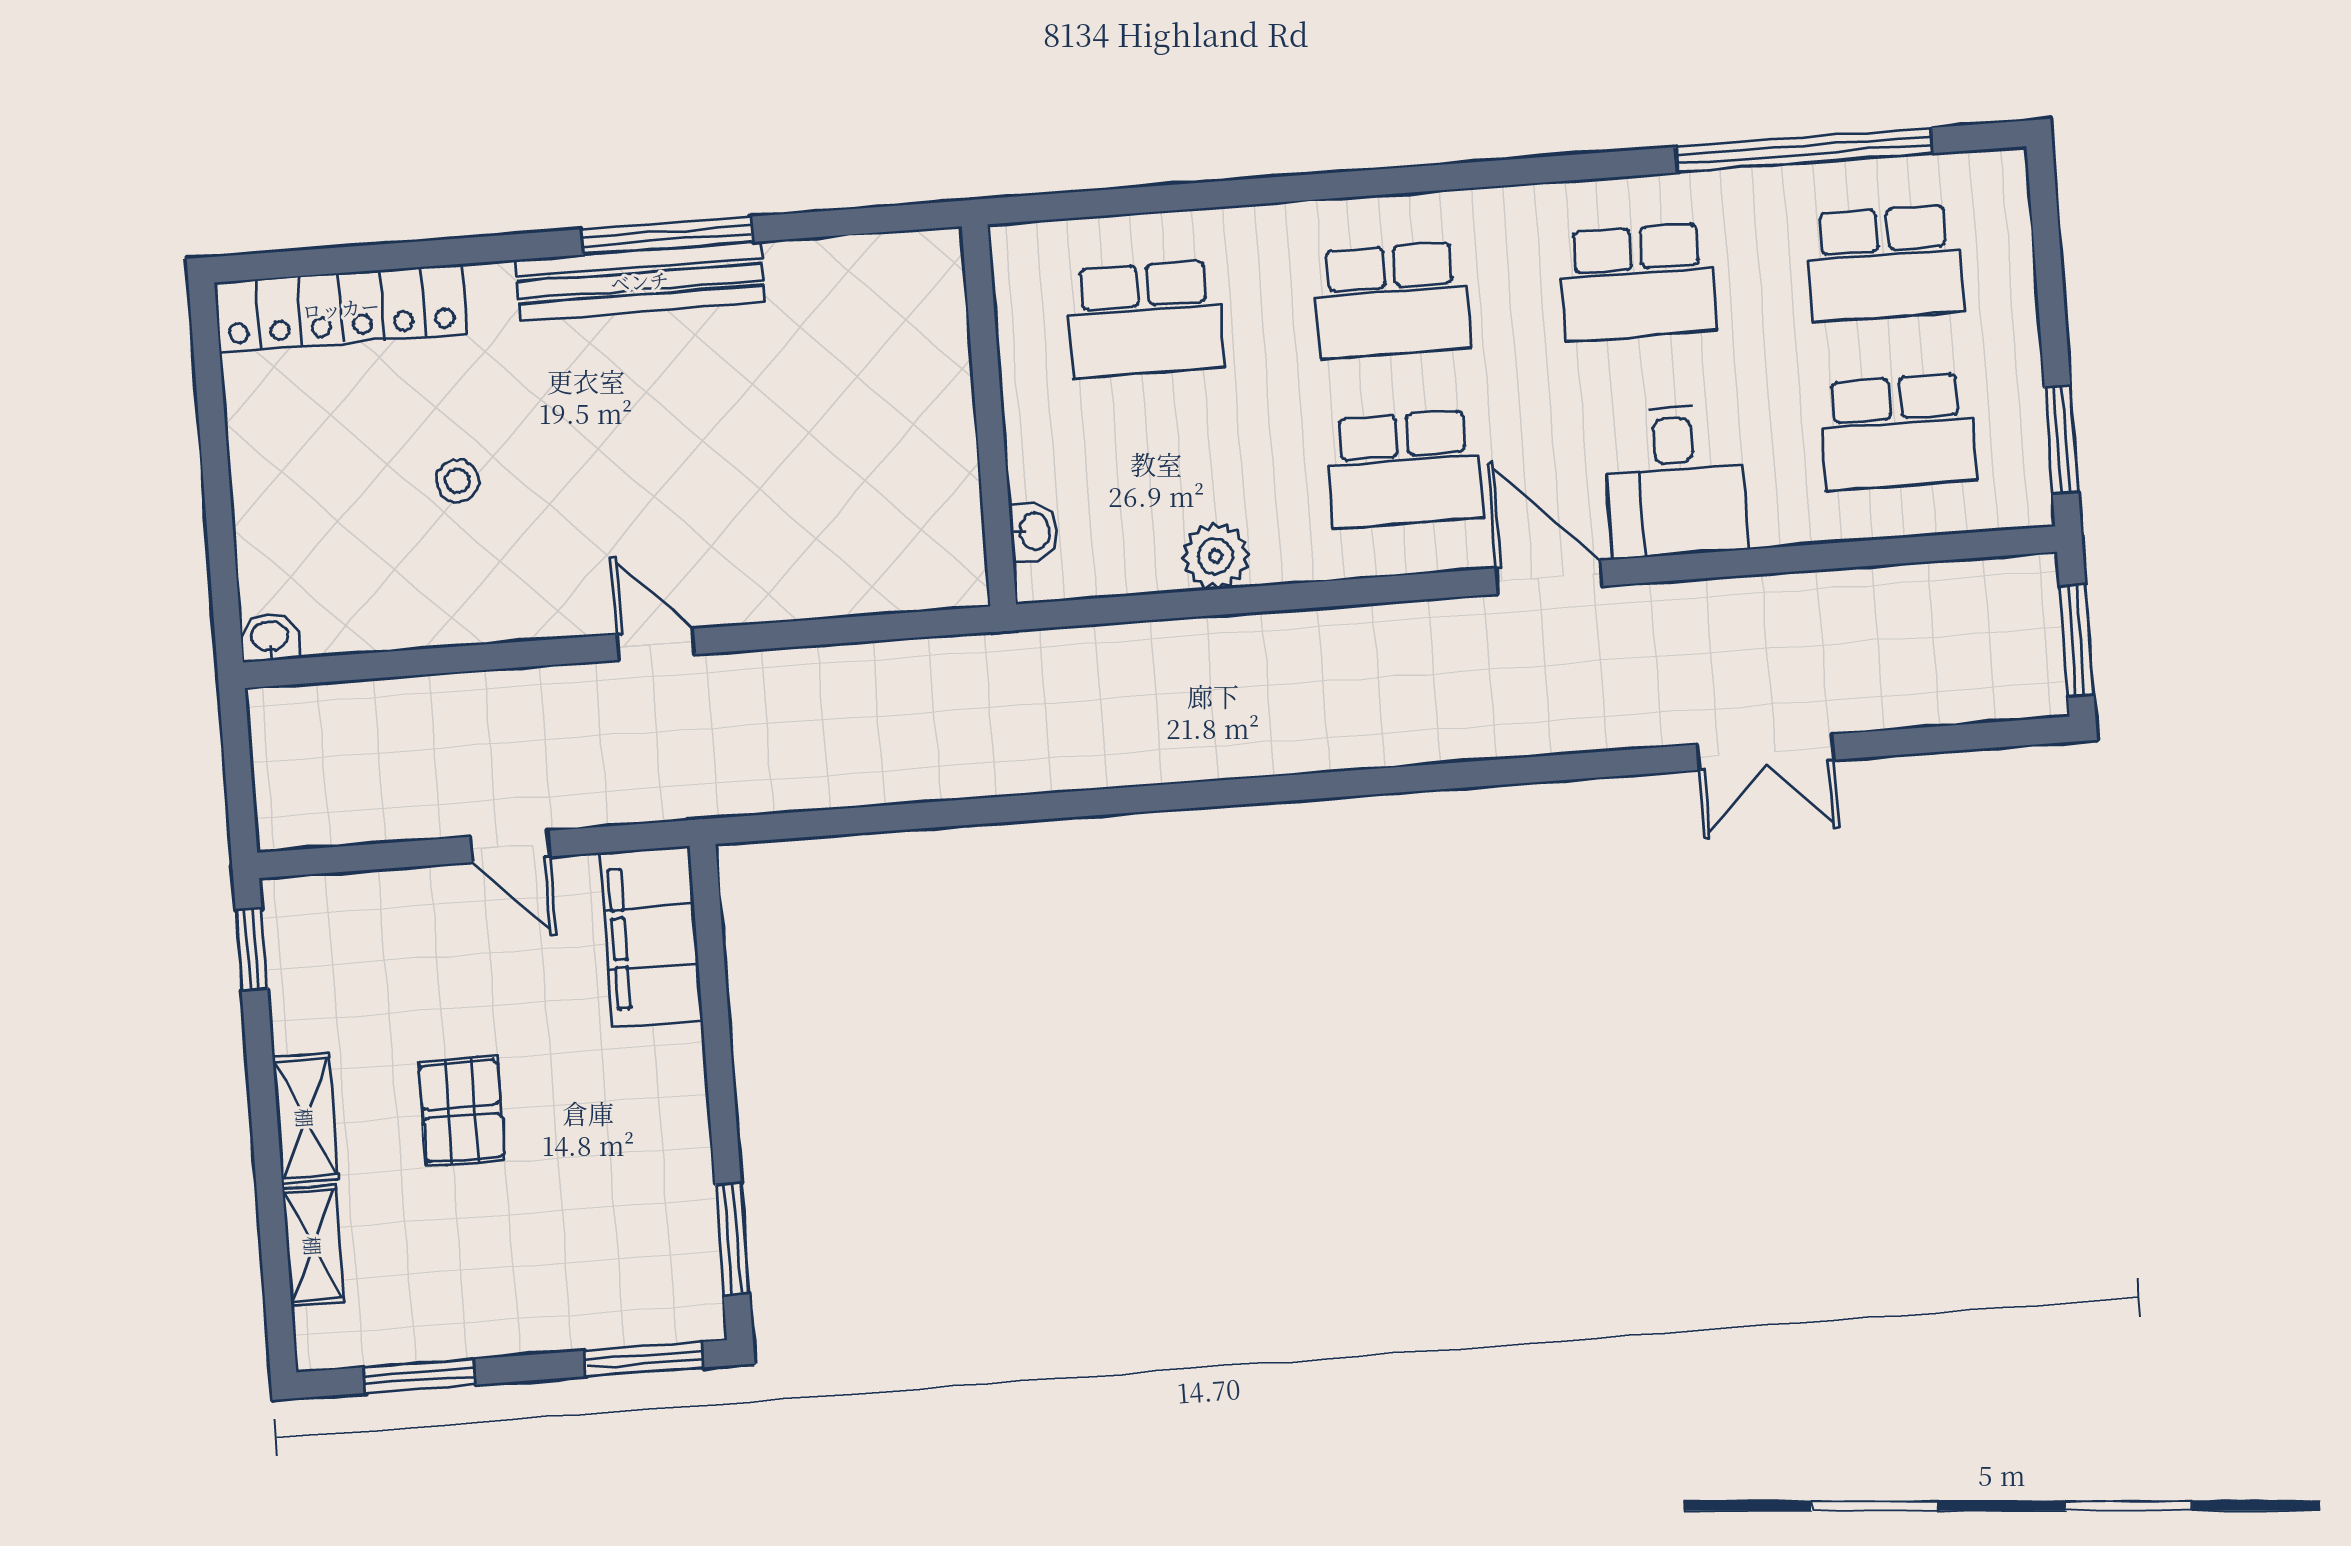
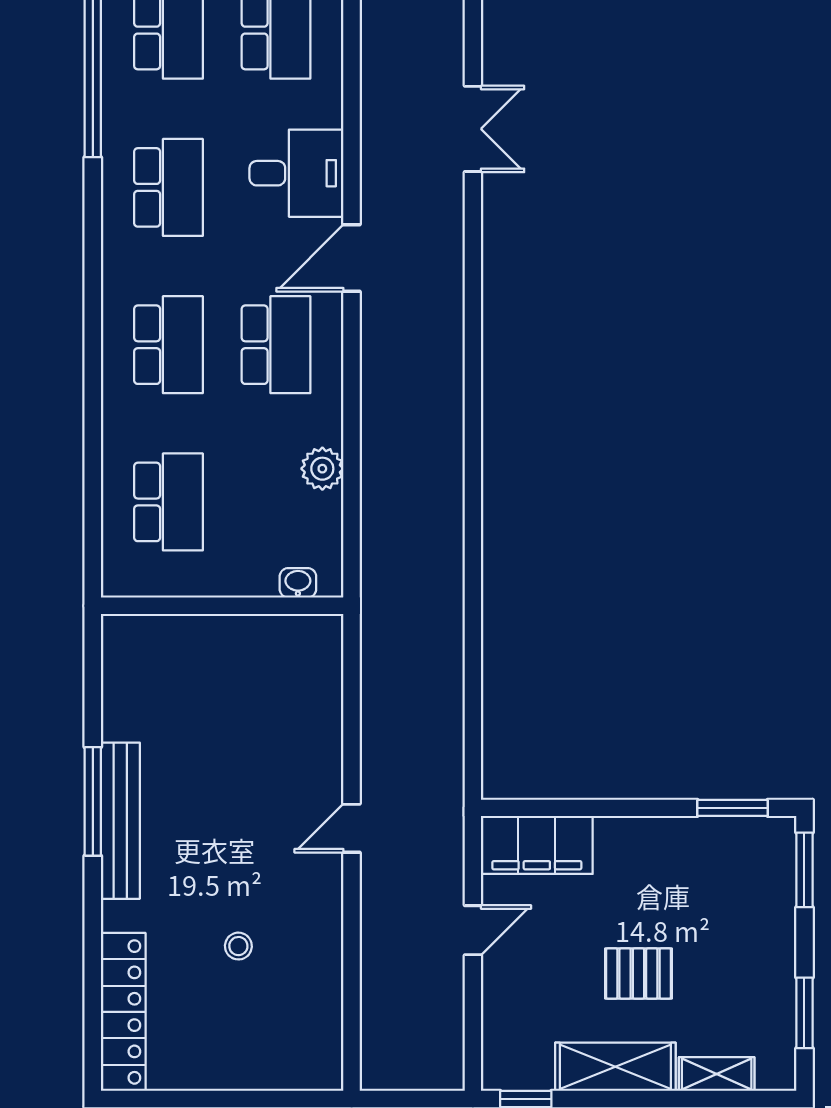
washbasin: (270, 637) -> (329, 1073), removed
shelving: (305, 1118) -> (615, 1067), width x1.50, depth x1.33

